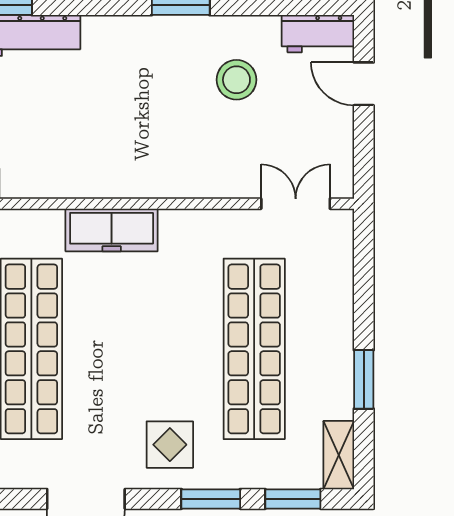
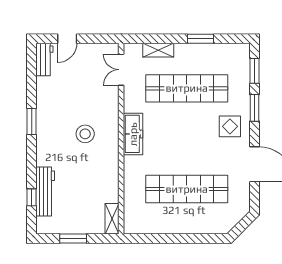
stool: (236, 80) -> (85, 134), moved
freezer: (112, 230) -> (133, 134), moved
shelving: (339, 455) -> (158, 50), moved

